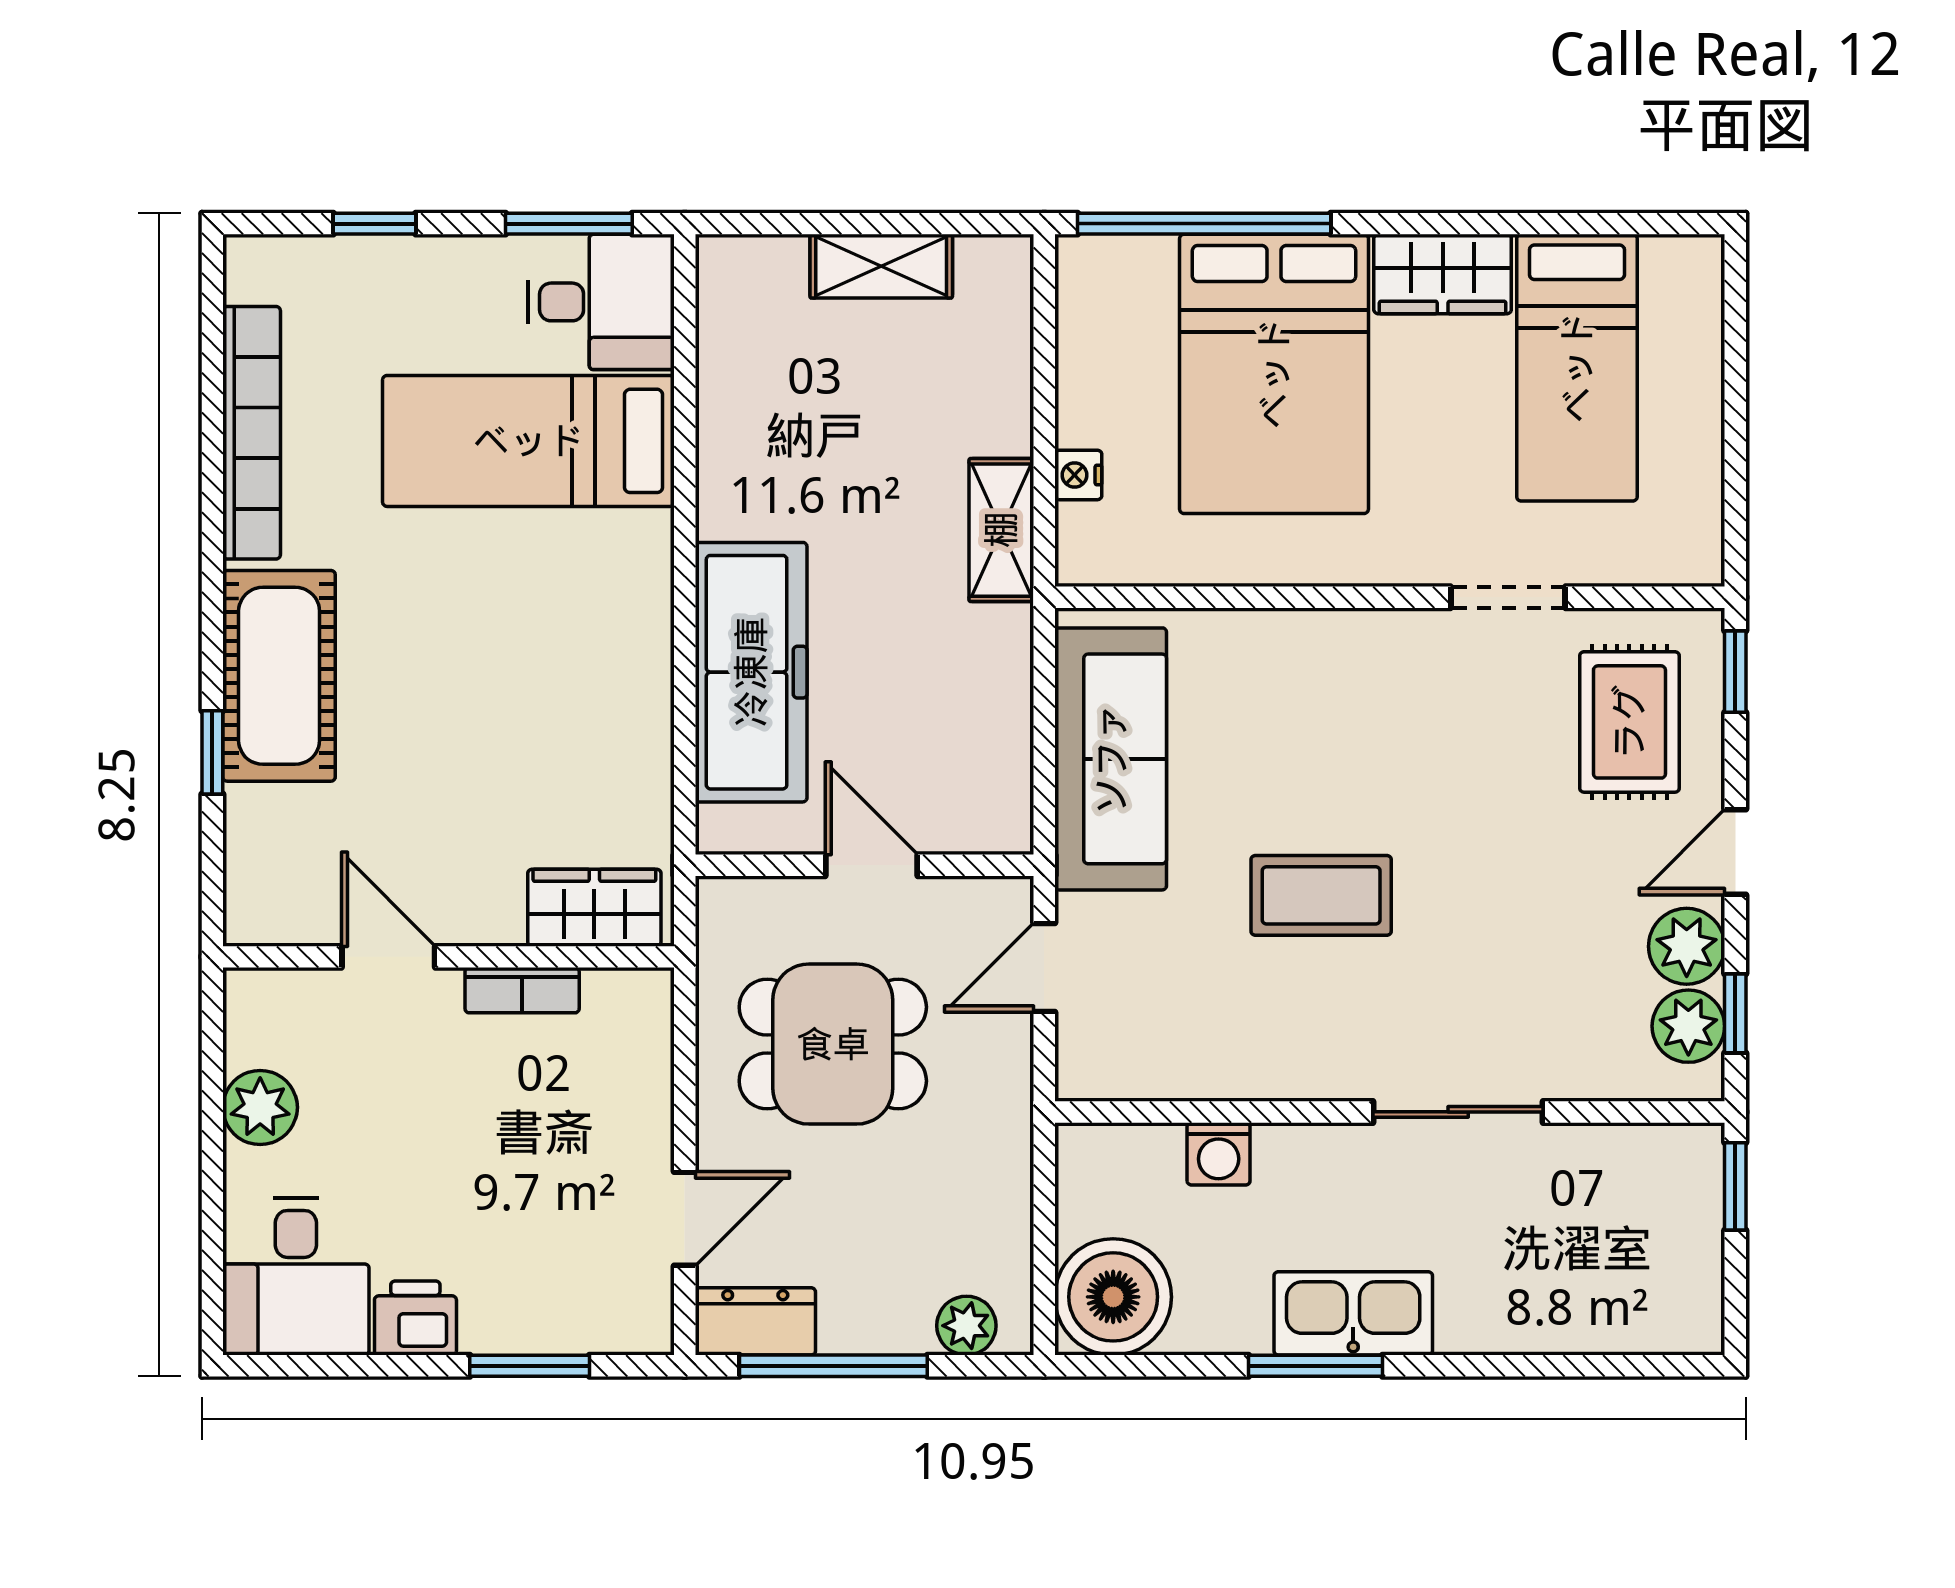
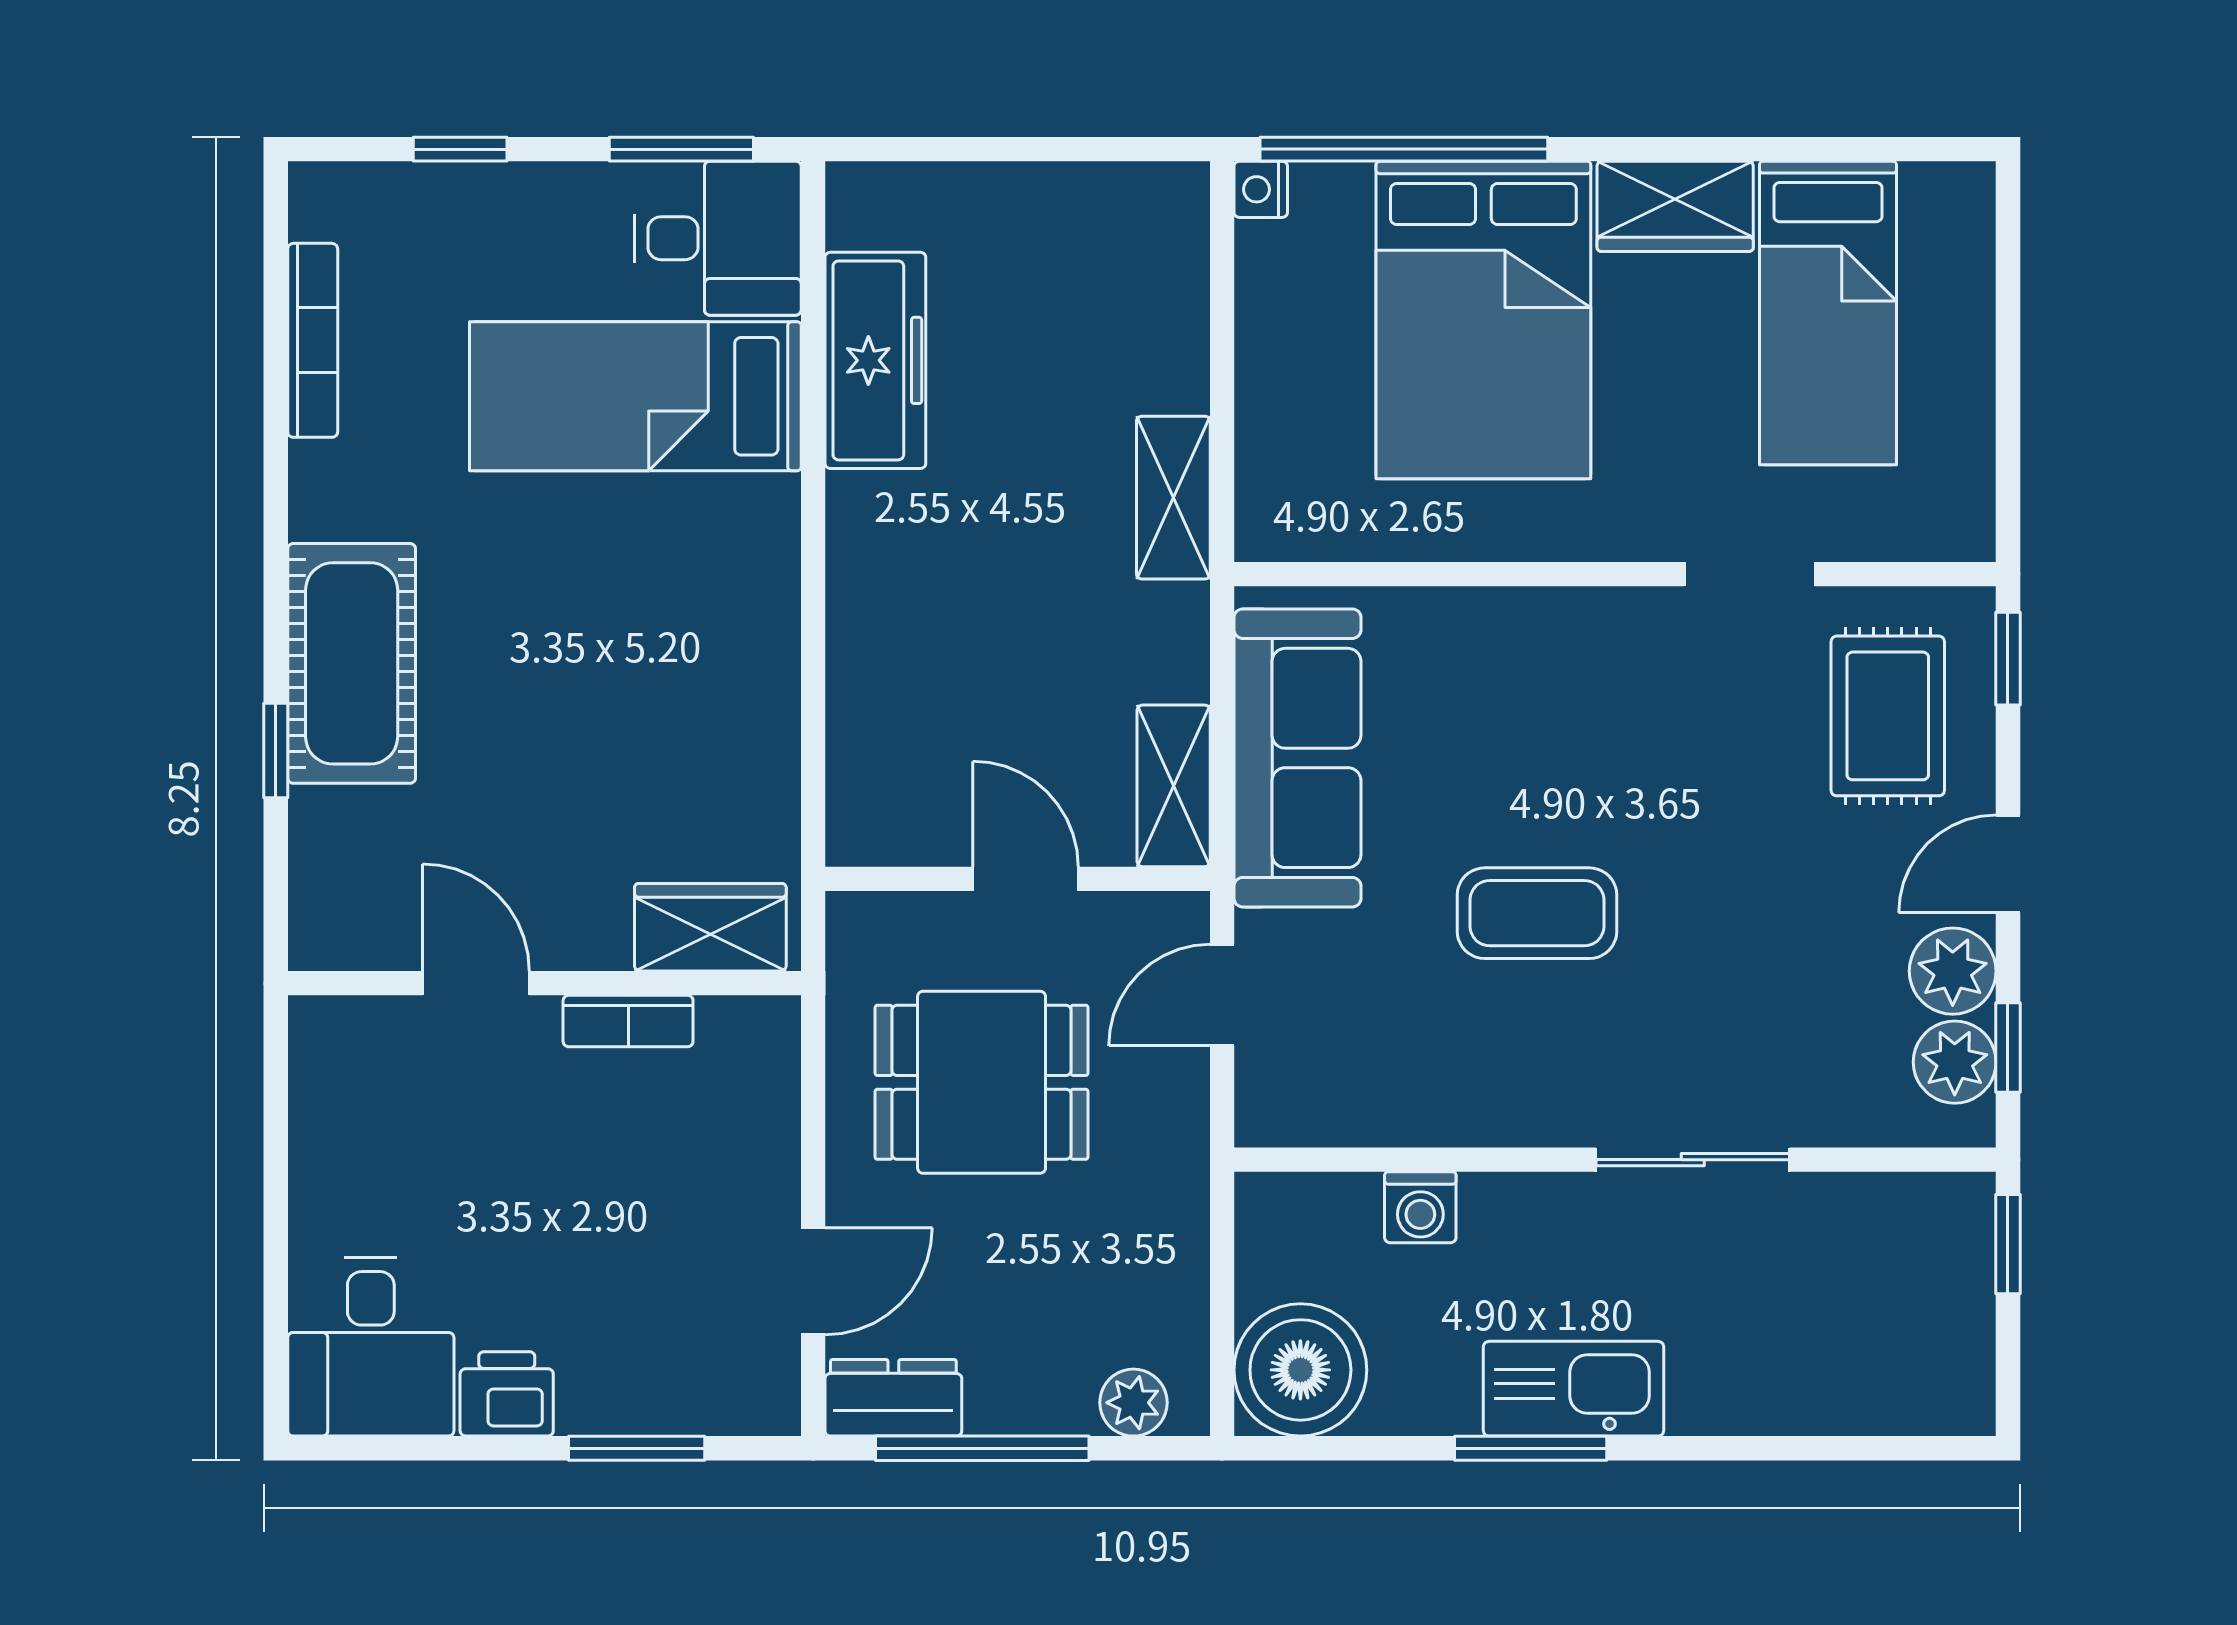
shelving: (881, 266) -> (1174, 786), moved, turned 90
bookcase: (252, 433) -> (313, 340), width x0.68, depth x0.76
nightstand: (1078, 475) -> (1261, 189), moved
freezer: (751, 672) -> (875, 360), moved, width x0.73, depth x0.79
plant: (260, 1107) -> (330, 1154), removed

